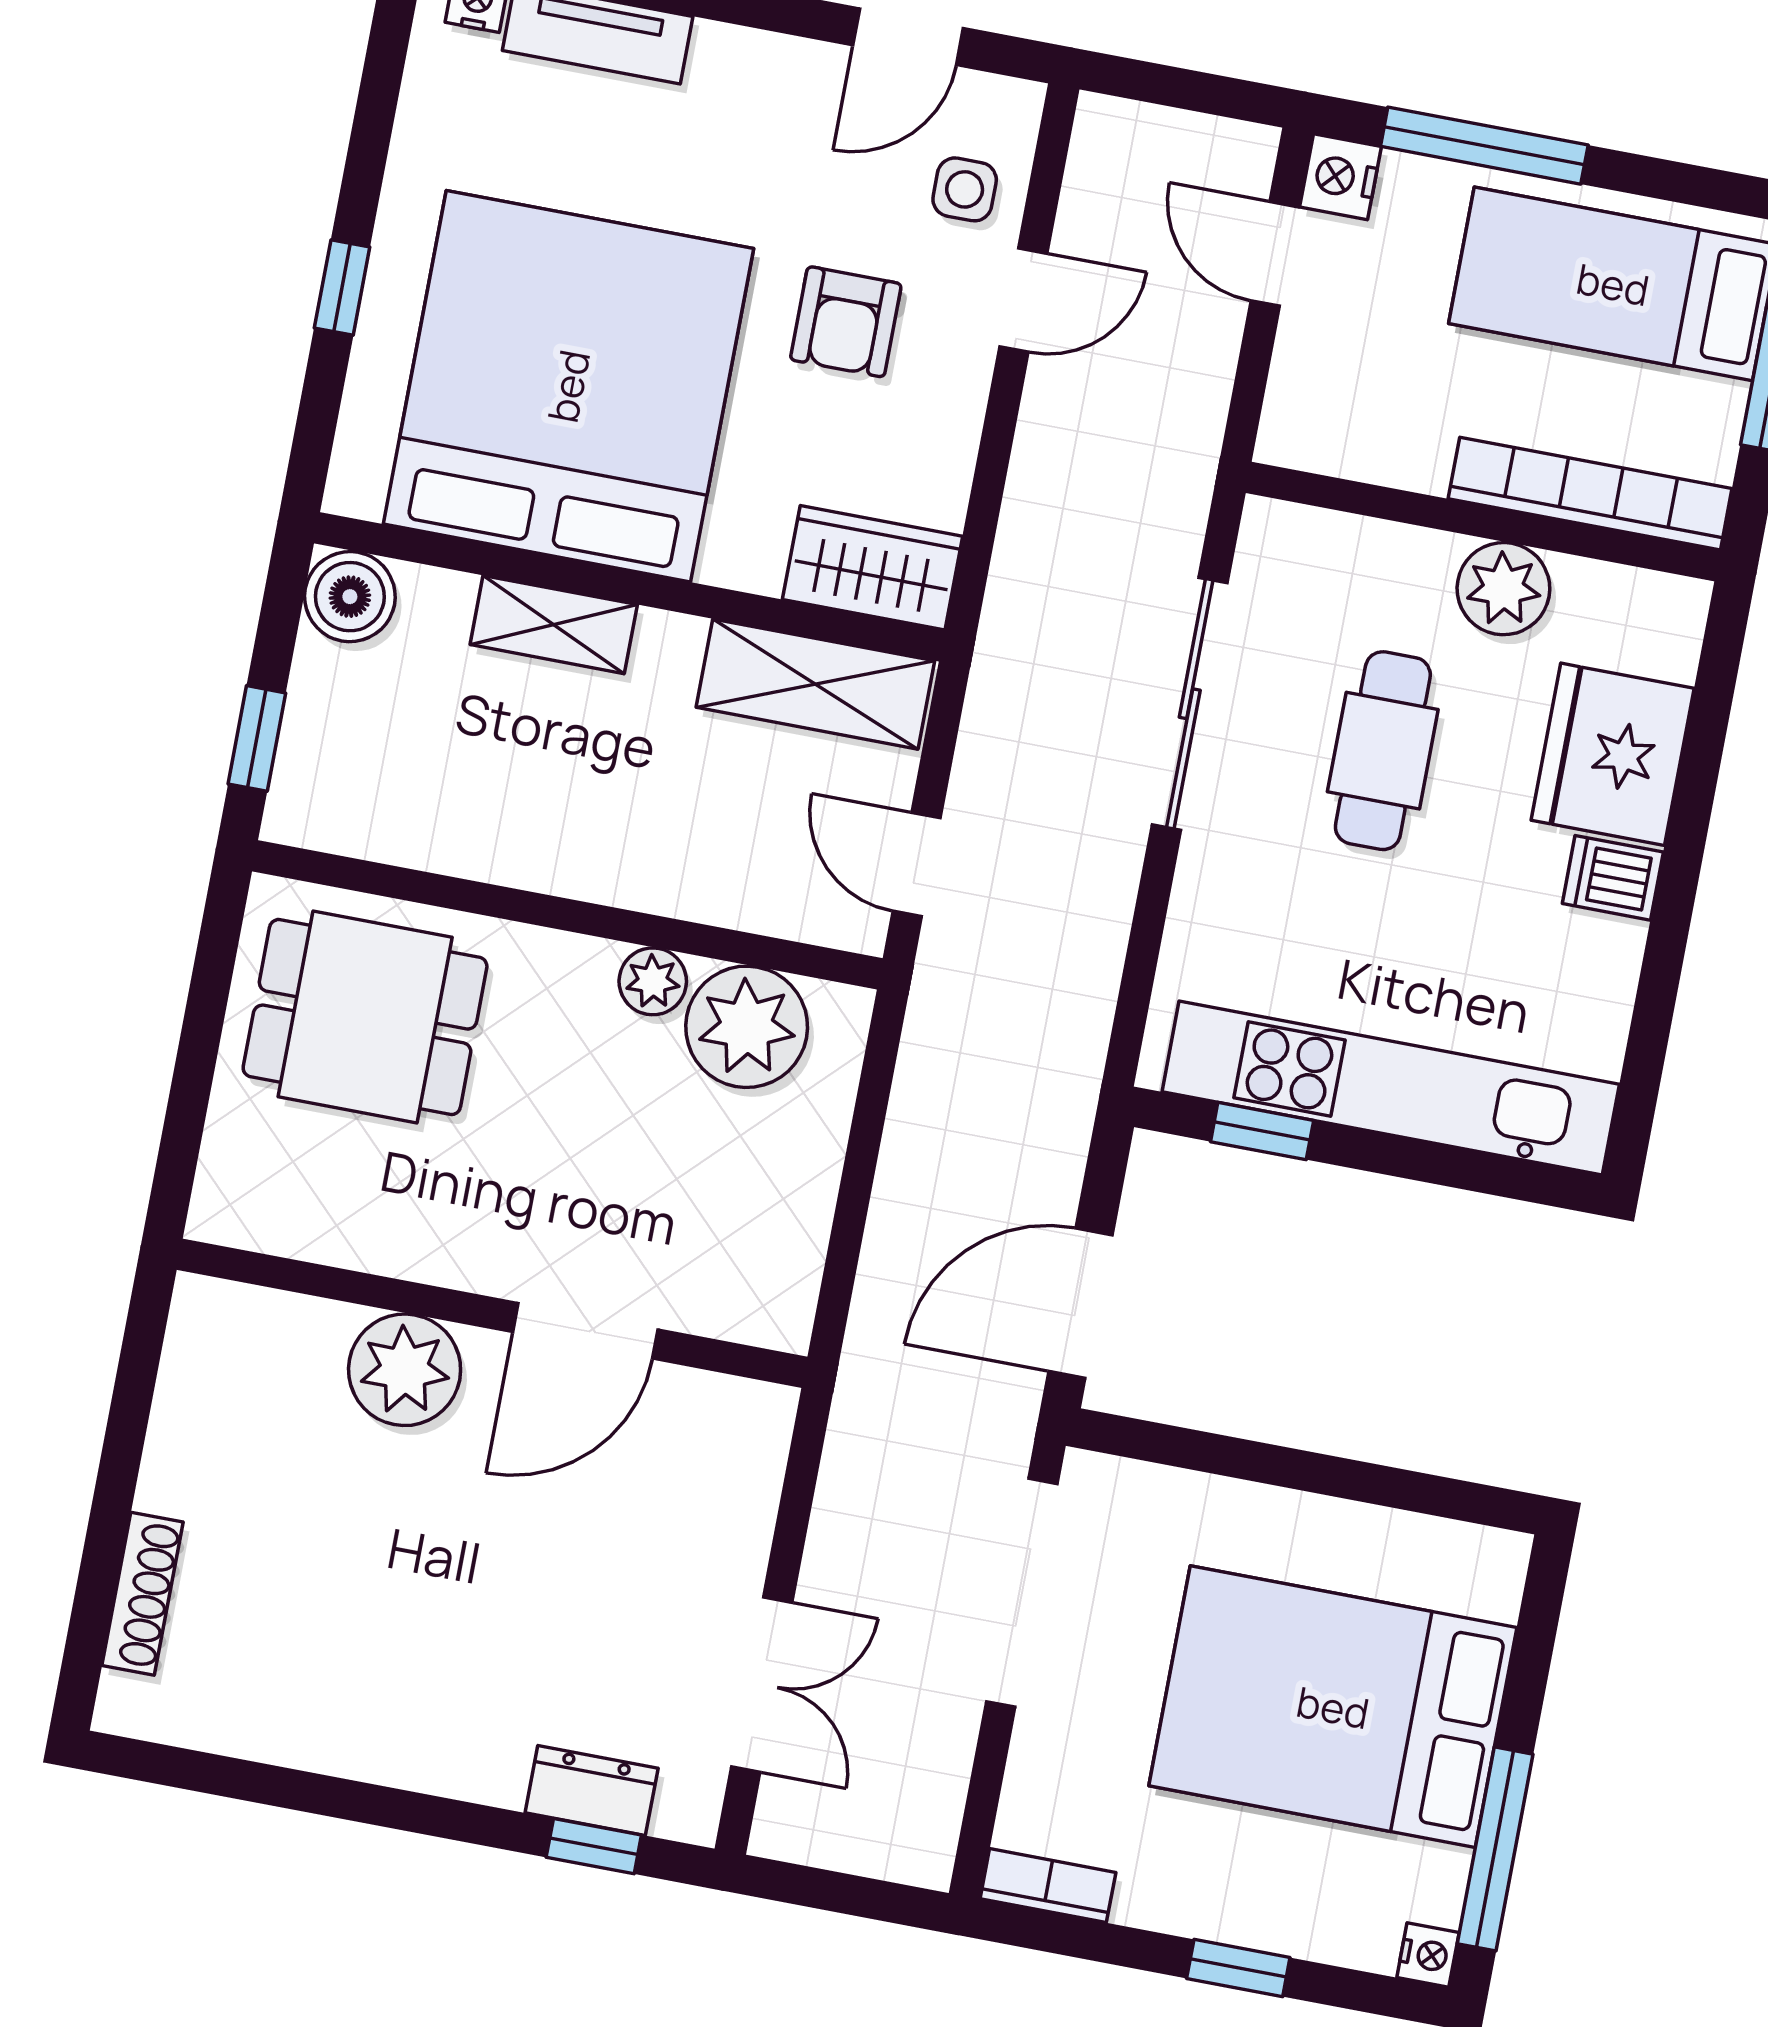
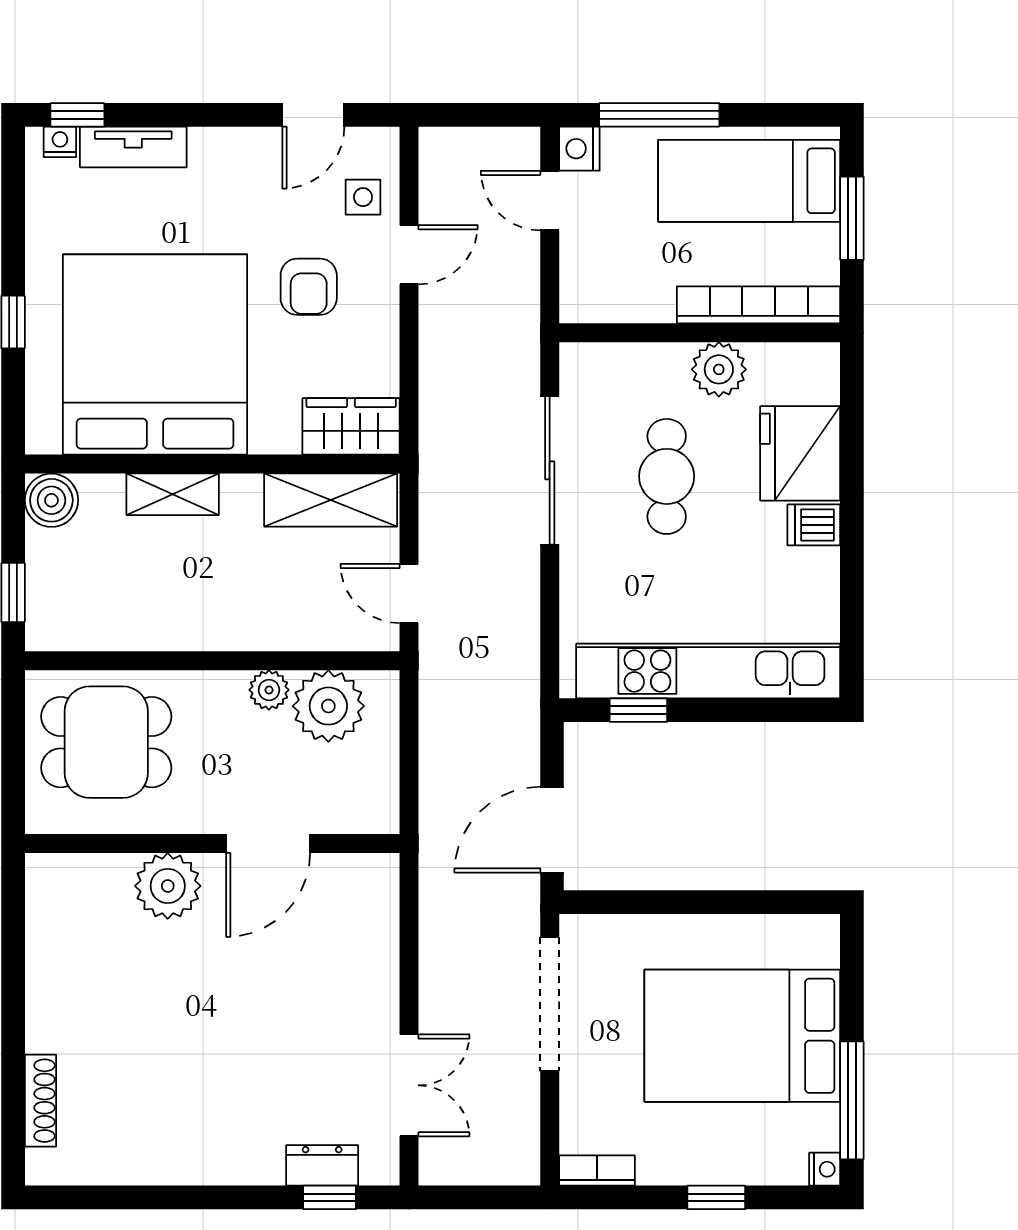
wall: (492, 1313) -> (212, 844), moved
door: (585, 1331) -> (268, 844), moved
plant: (405, 1370) -> (168, 886), moved

